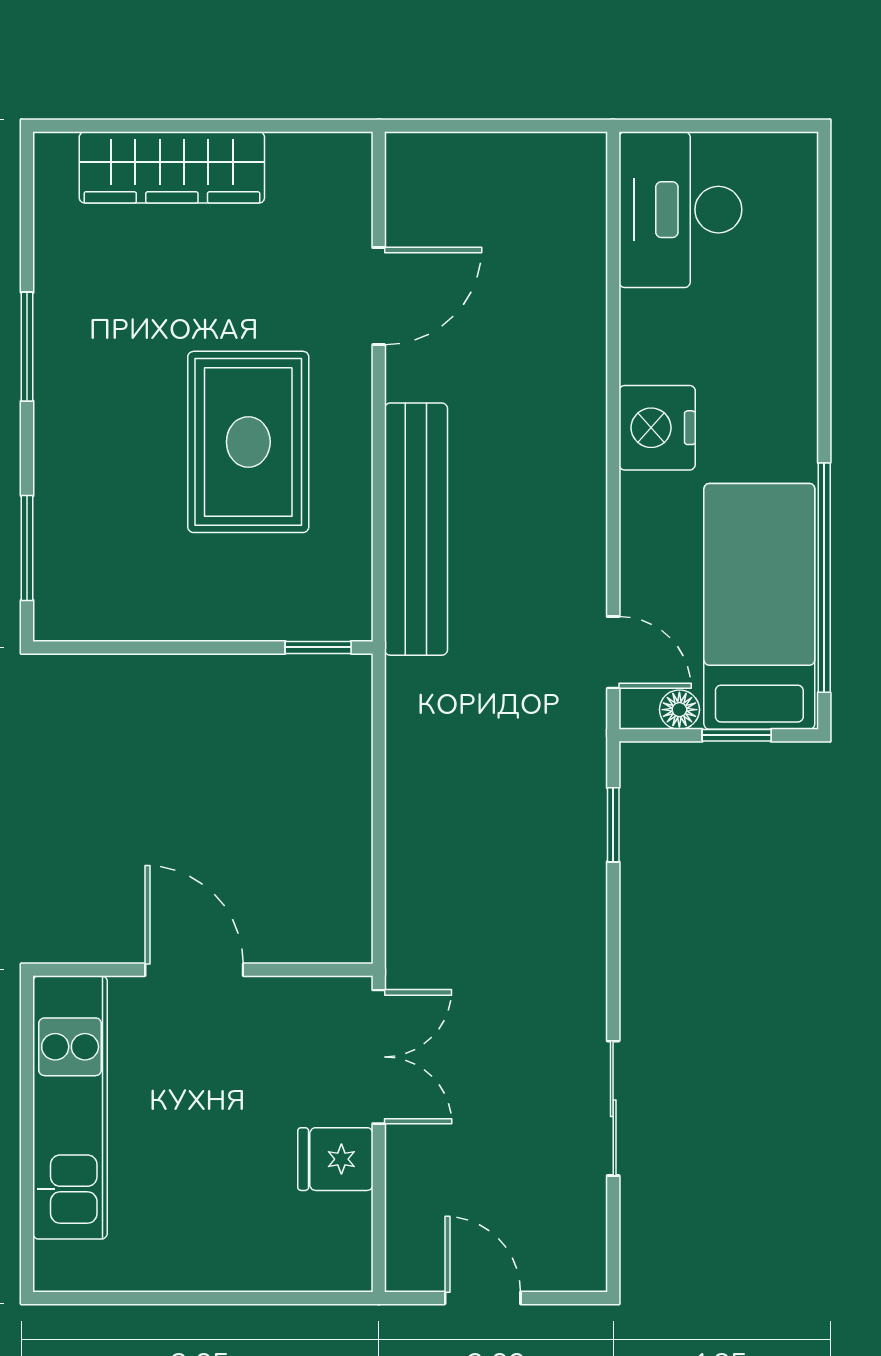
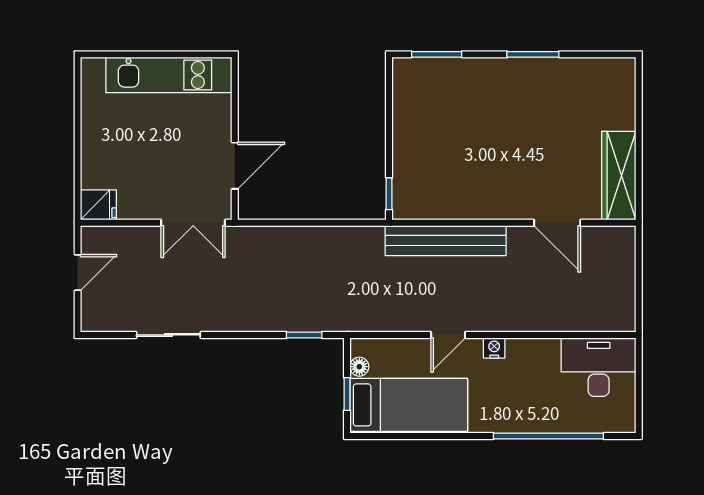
wardrobe: (172, 167) -> (619, 176), moved
nightstand: (657, 428) -> (494, 348), width x0.53, depth x0.56
rug: (248, 442) -> (487, 160), removed
window: (824, 578) -> (548, 436), moved
door: (613, 652) -> (448, 335), moved
door: (194, 970) -> (235, 166), moved
fridge: (335, 1159) -> (98, 205), moved, turned 90

